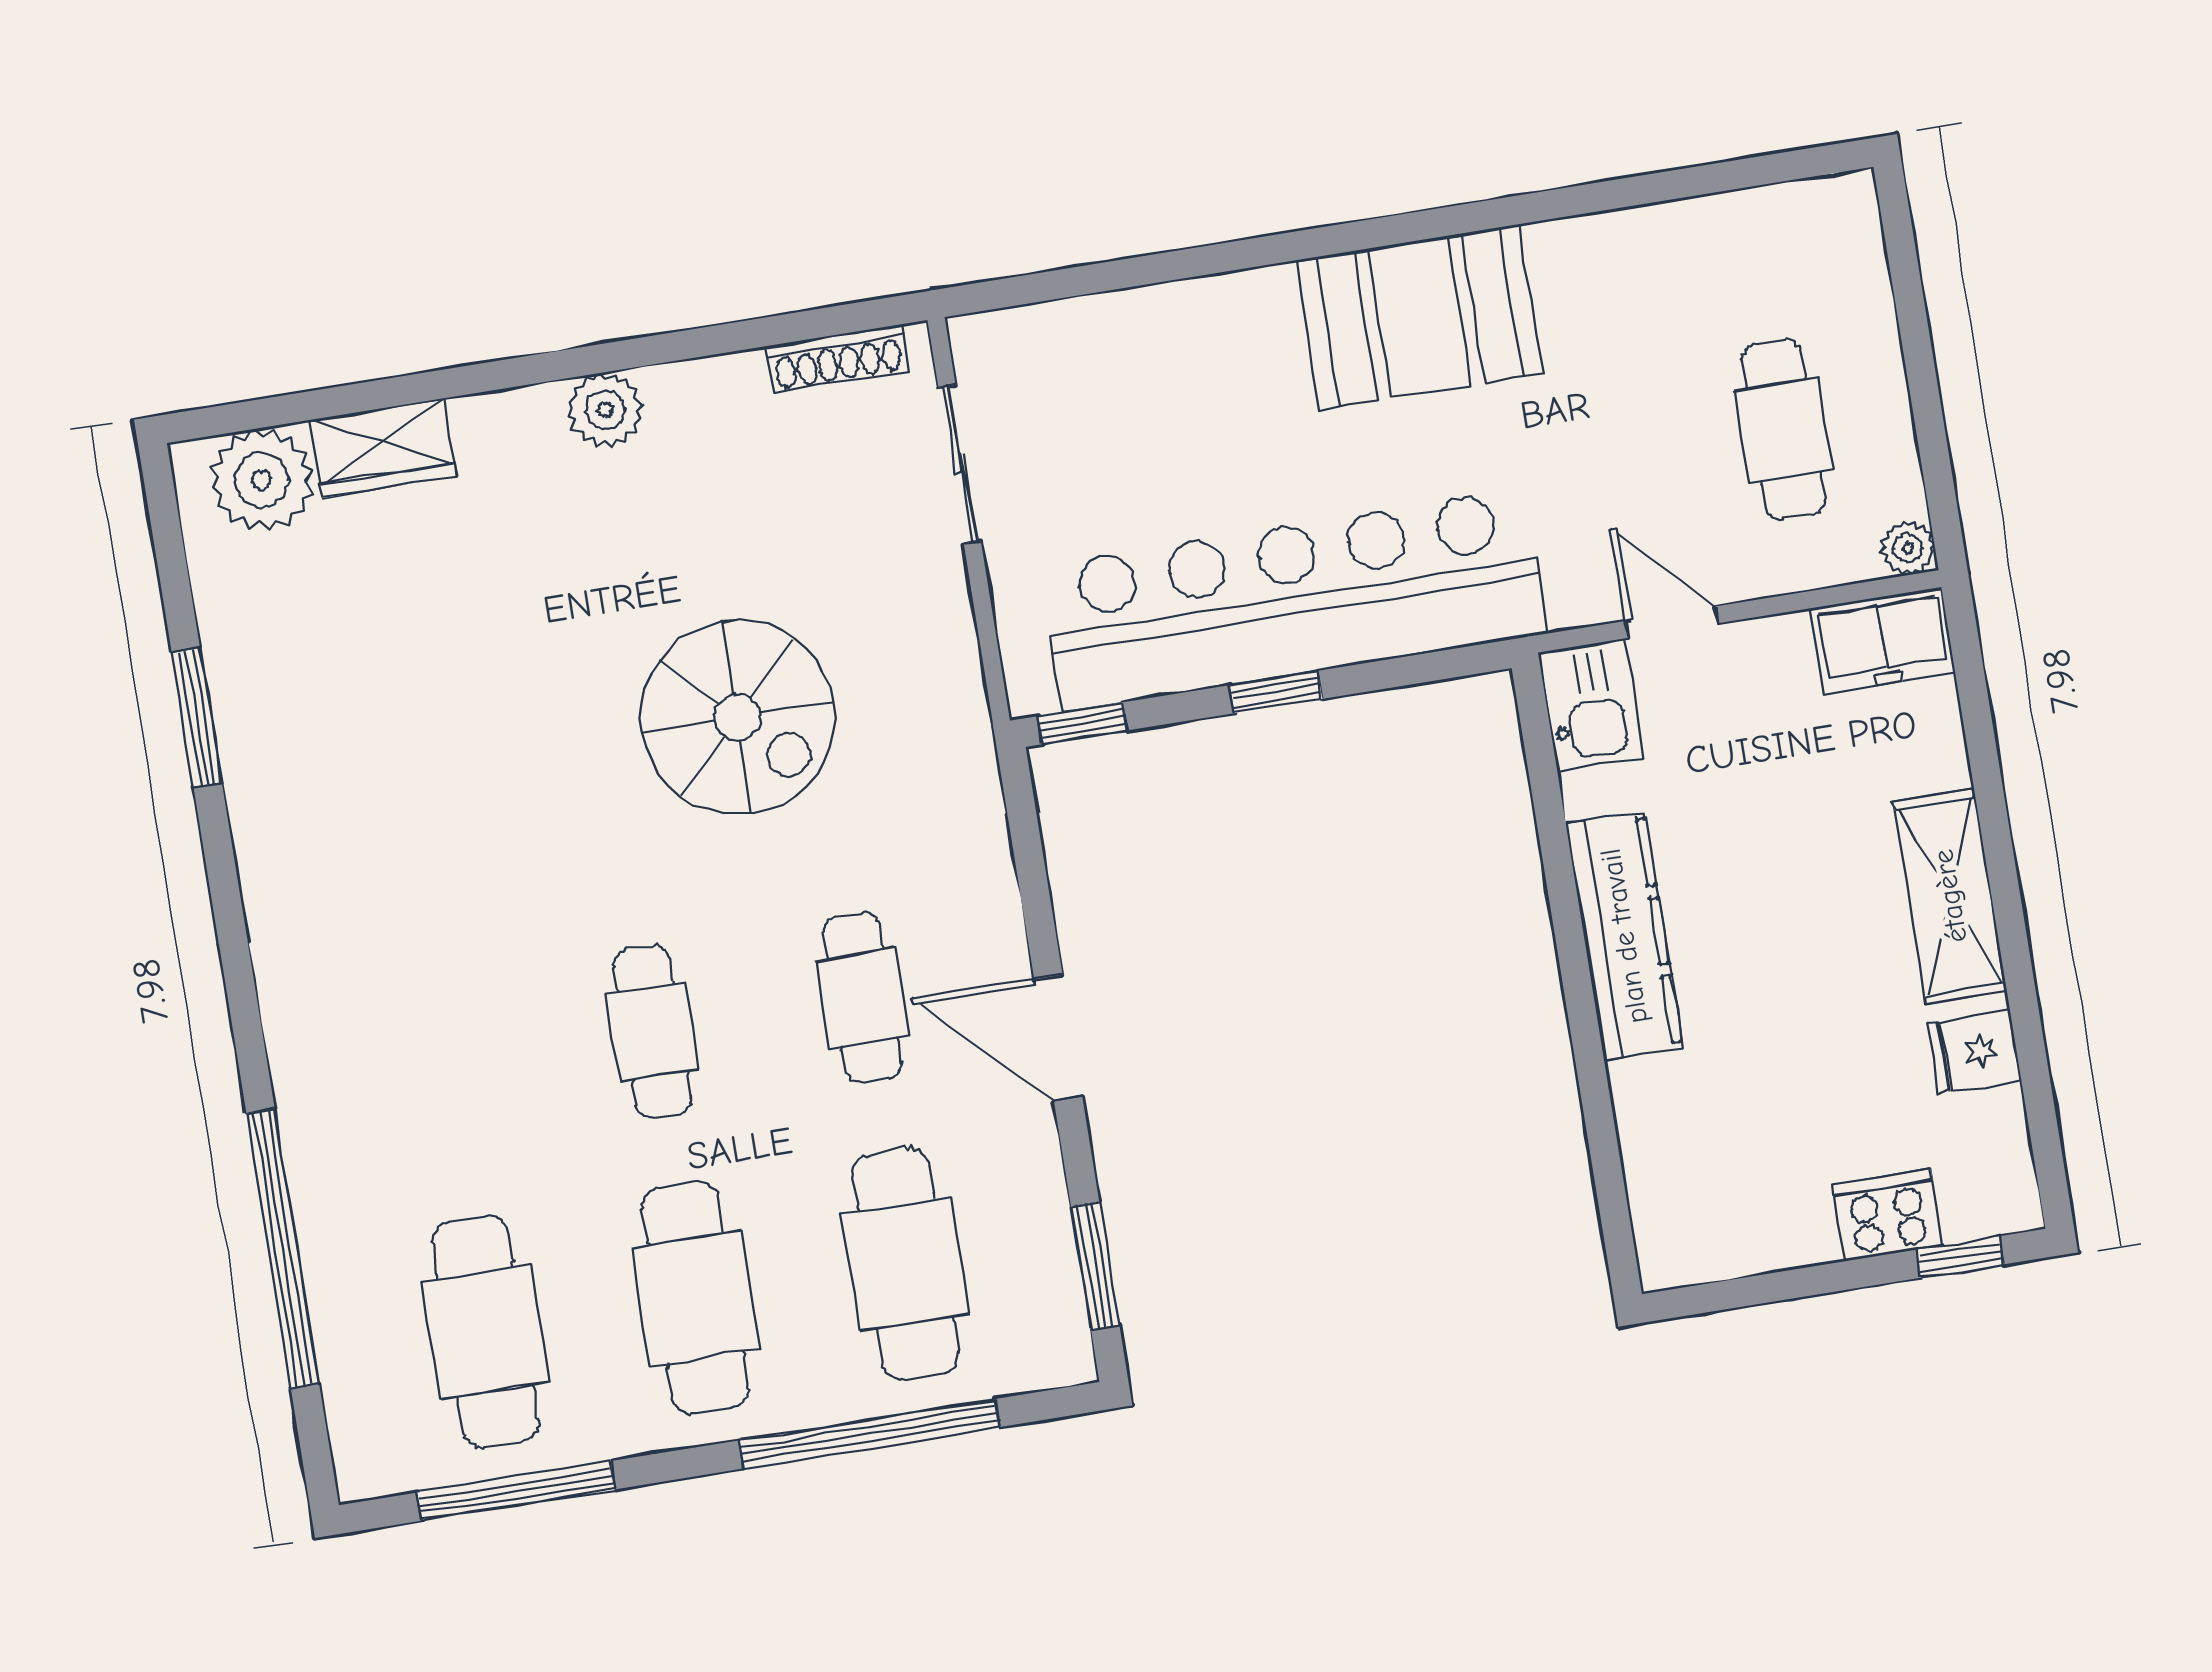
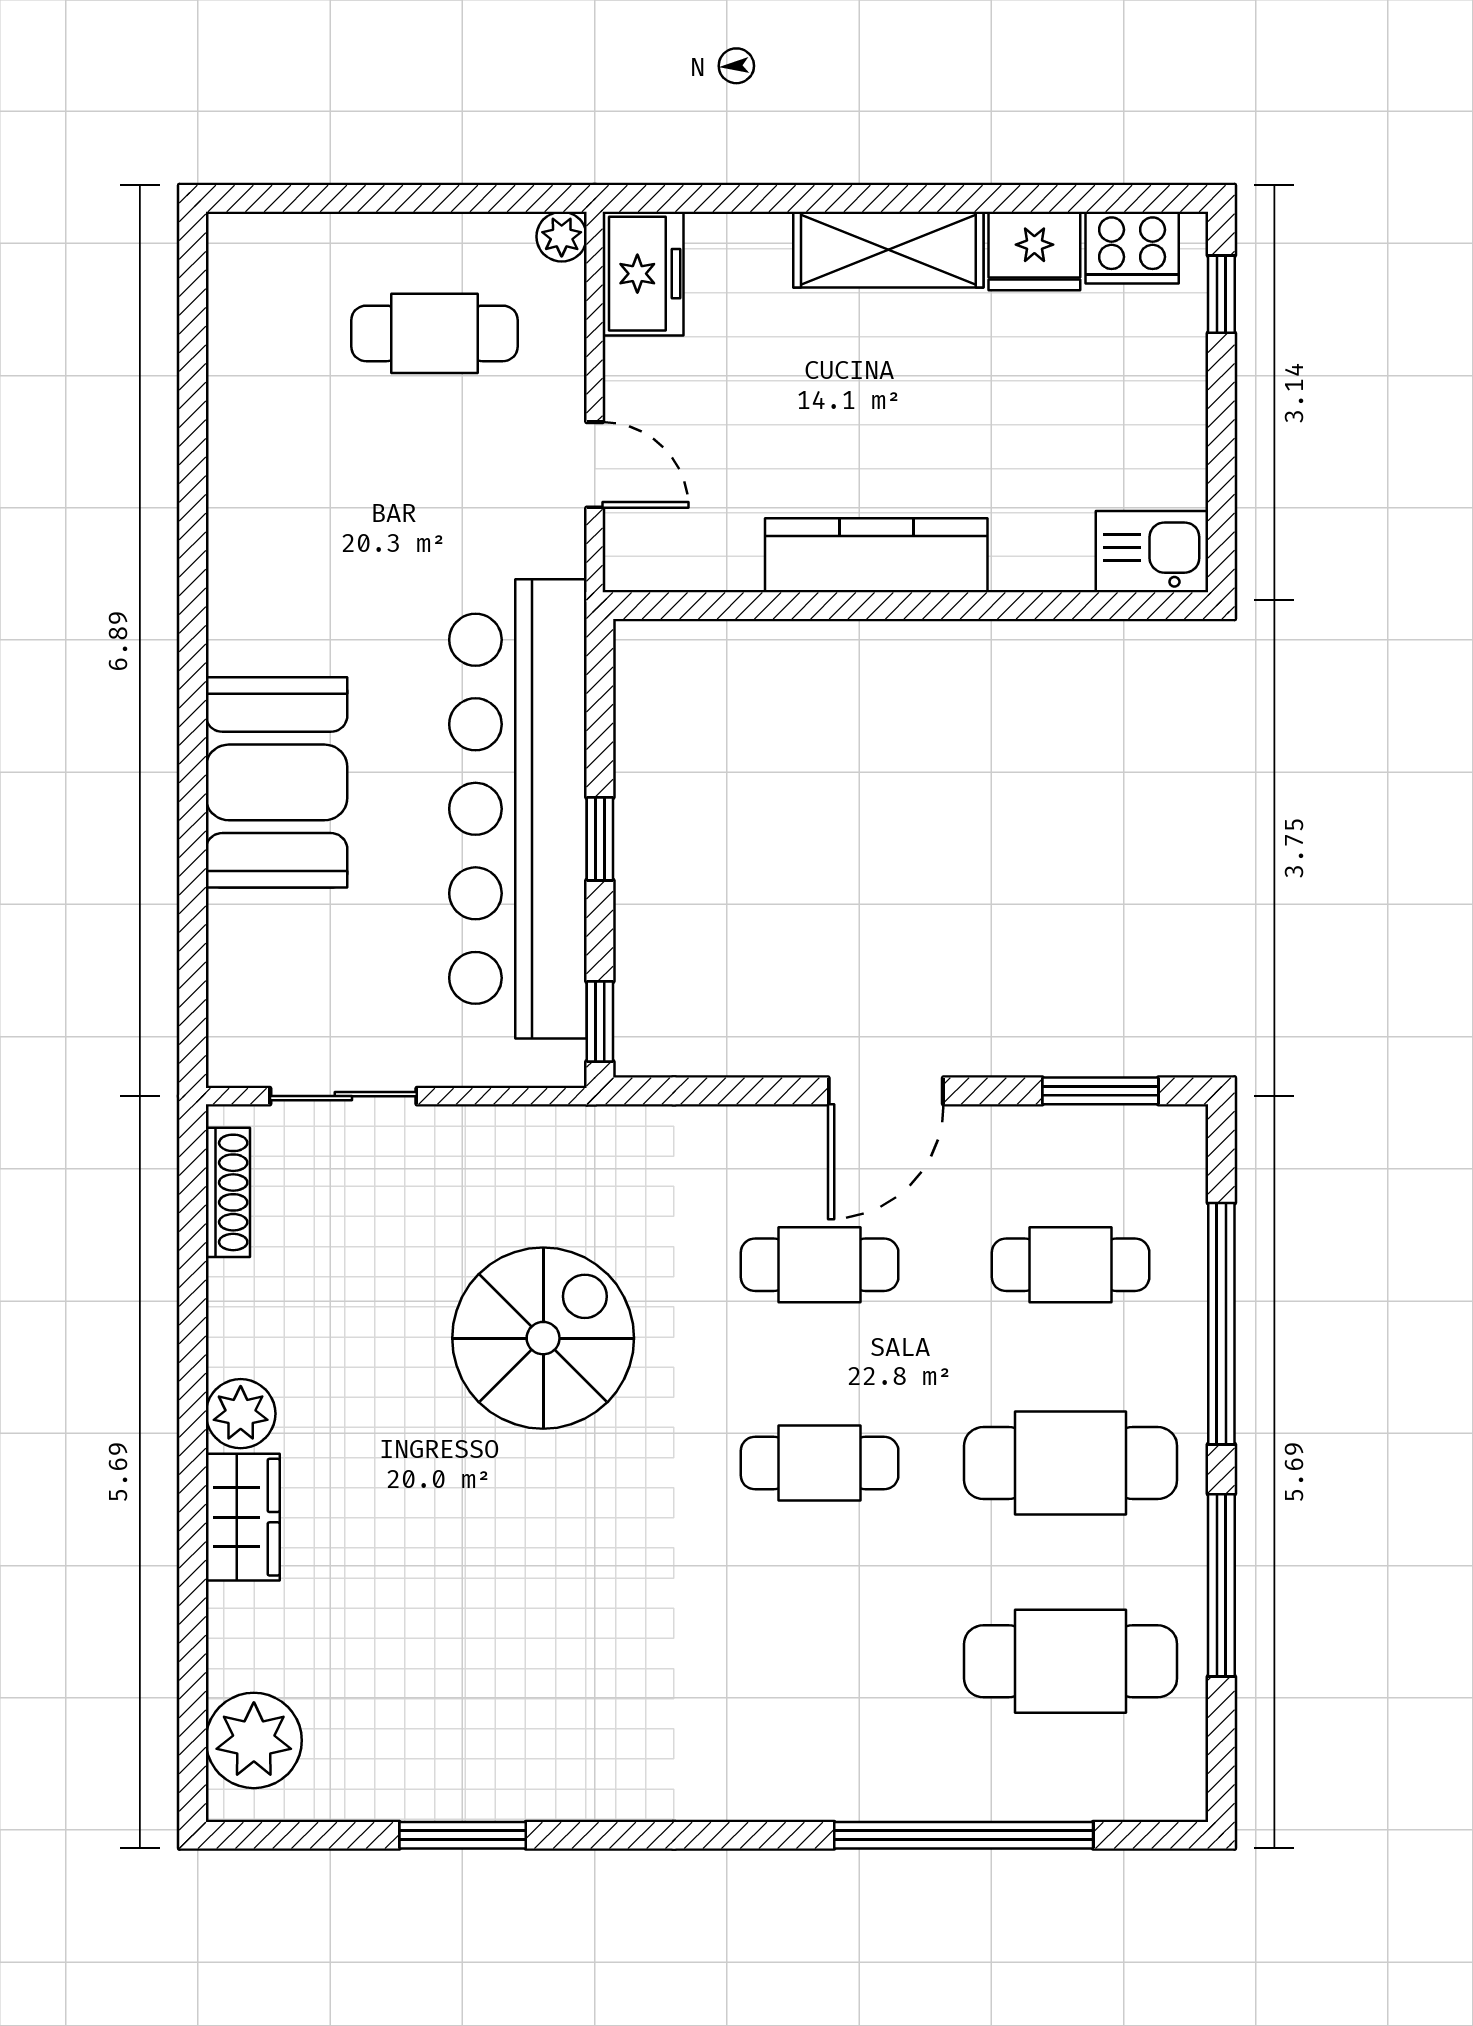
booth: (1420, 317) -> (277, 782), moved
wardrobe: (383, 448) -> (243, 1517), moved
door: (1672, 622) -> (595, 465), swing flipped
kitchen sink: (1591, 705) -> (1152, 552), moved
fridge: (1974, 1052) -> (1034, 251), width x1.38
cooker: (1887, 1215) -> (1132, 248), moved, turned -90
cafe table: (906, 1264) -> (1071, 1265), width x0.73, depth x0.74
window: (516, 1491) -> (1221, 1585), moved

